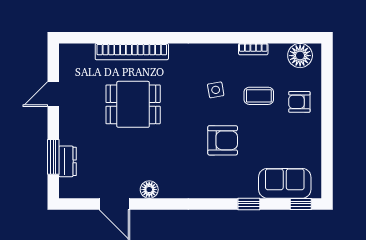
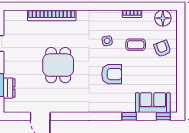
armchair: (299, 102) -> (162, 49), turned 69
dining table: (133, 104) -> (58, 65), moved, turned 90
floor lamp: (149, 190) -> (63, 107), removed

